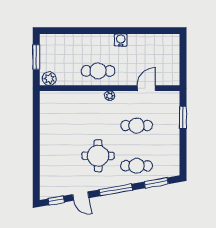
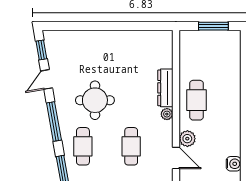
water cooler: (121, 40) -> (234, 164), moved
plant: (49, 79) -> (187, 139), moved
dresser: (88, 97) -> (165, 88), added

